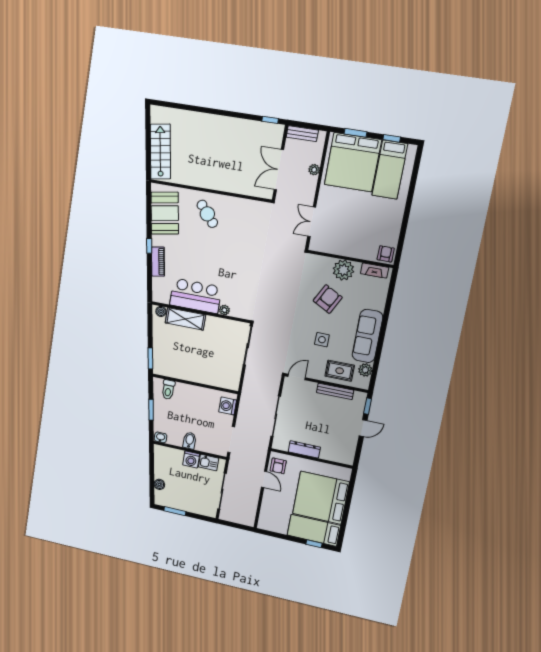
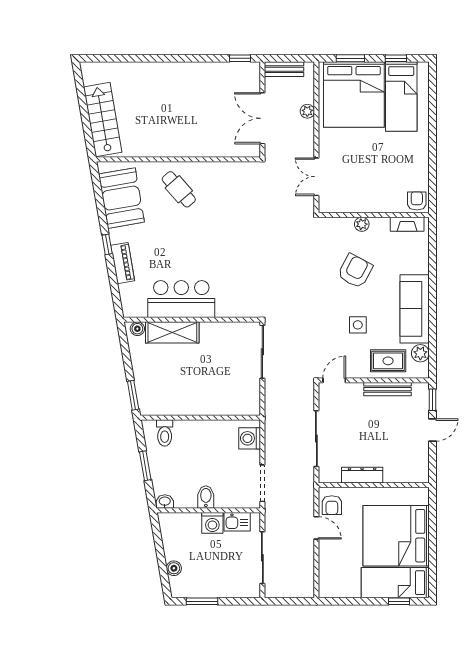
plant: (343, 270) -> (362, 224), width x0.53, depth x0.53
plant: (224, 310) -> (223, 311), removed

